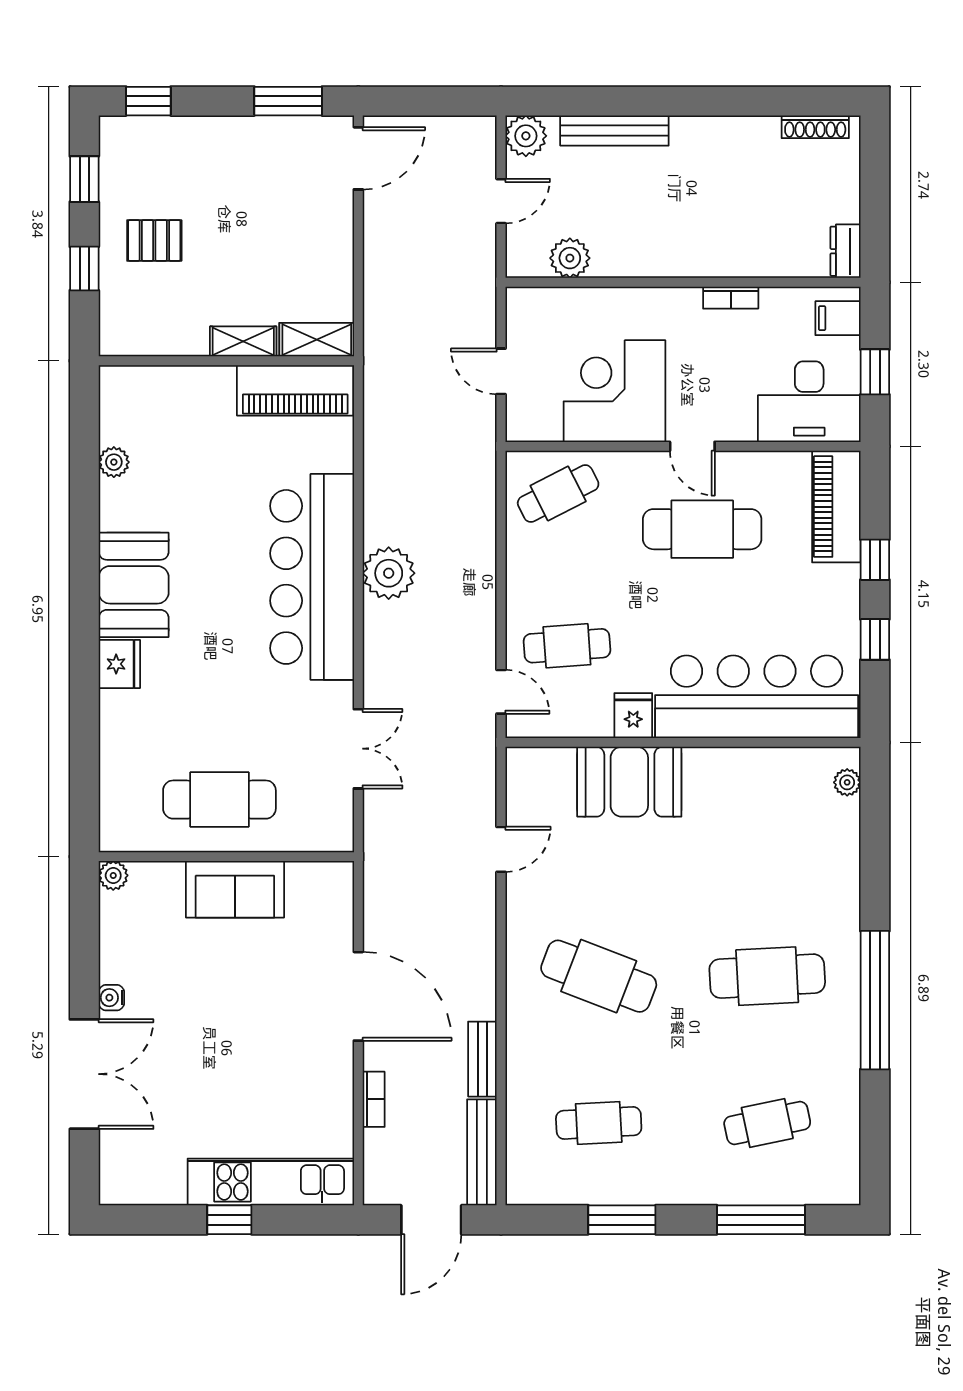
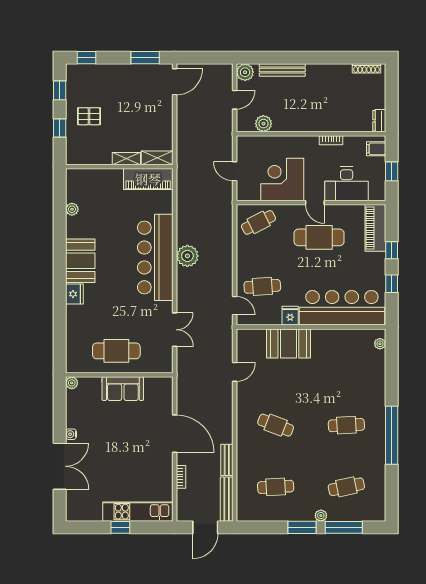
desk: (809, 402) -> (347, 184), moved
cafe table: (599, 976) -> (276, 425), width x0.73, depth x0.74
cafe table: (767, 976) -> (346, 425), width x0.73, depth x0.74
plant: (706, 1191) -> (321, 516), added
window: (622, 1220) -> (302, 527), moved

